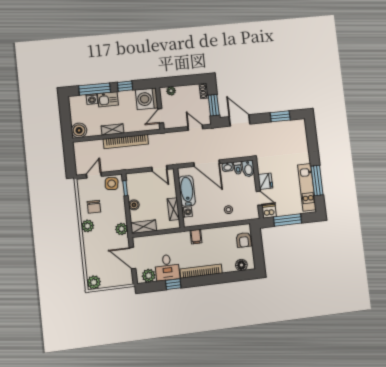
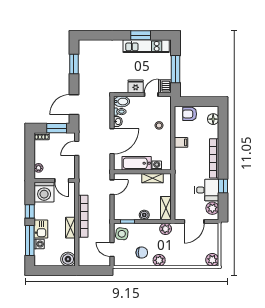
window: (317, 180) -> (141, 35), width x0.69
filing cabinet: (196, 237) -> (181, 142), moved
armchair: (244, 240) -> (190, 114), turned 180

